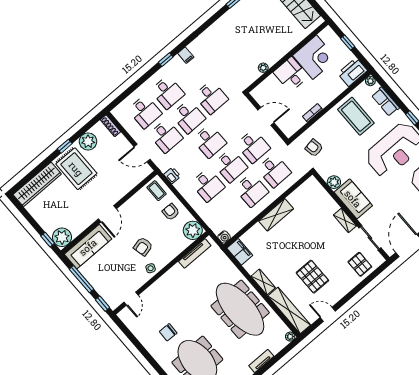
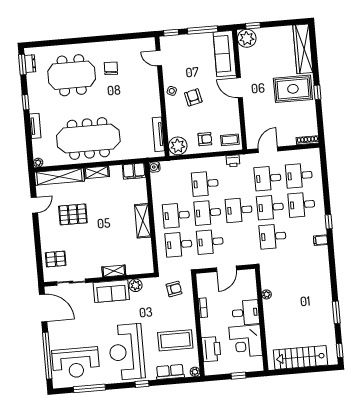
printer: (352, 72) -> (211, 349), moved
plant: (88, 141) -> (308, 114), removed
shelving: (345, 220) -> (114, 271), moved

